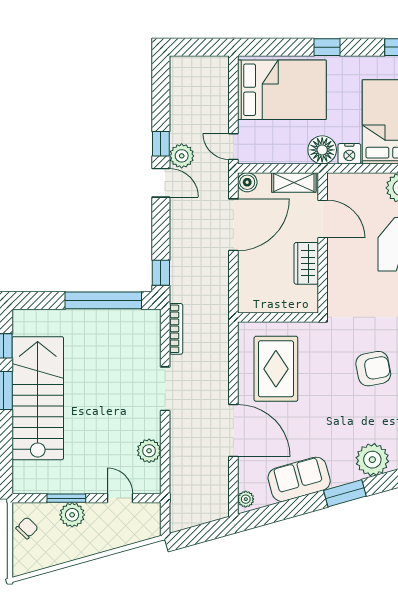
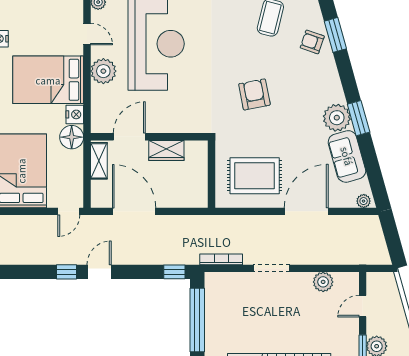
plant: (182, 156) -> (77, 255), removed
boiler: (247, 182) -> (99, 200), removed
plant: (372, 460) -> (337, 118), moved

